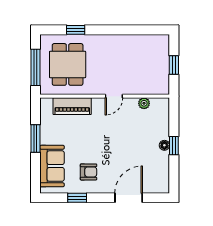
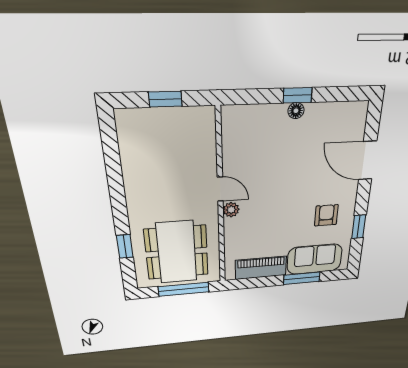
dining table: (68, 64) -> (177, 252), width x1.37
plant: (144, 103) -> (231, 210), moved
piano: (72, 106) -> (261, 268), moved, turned -90
window: (36, 139) -> (302, 278), moved

